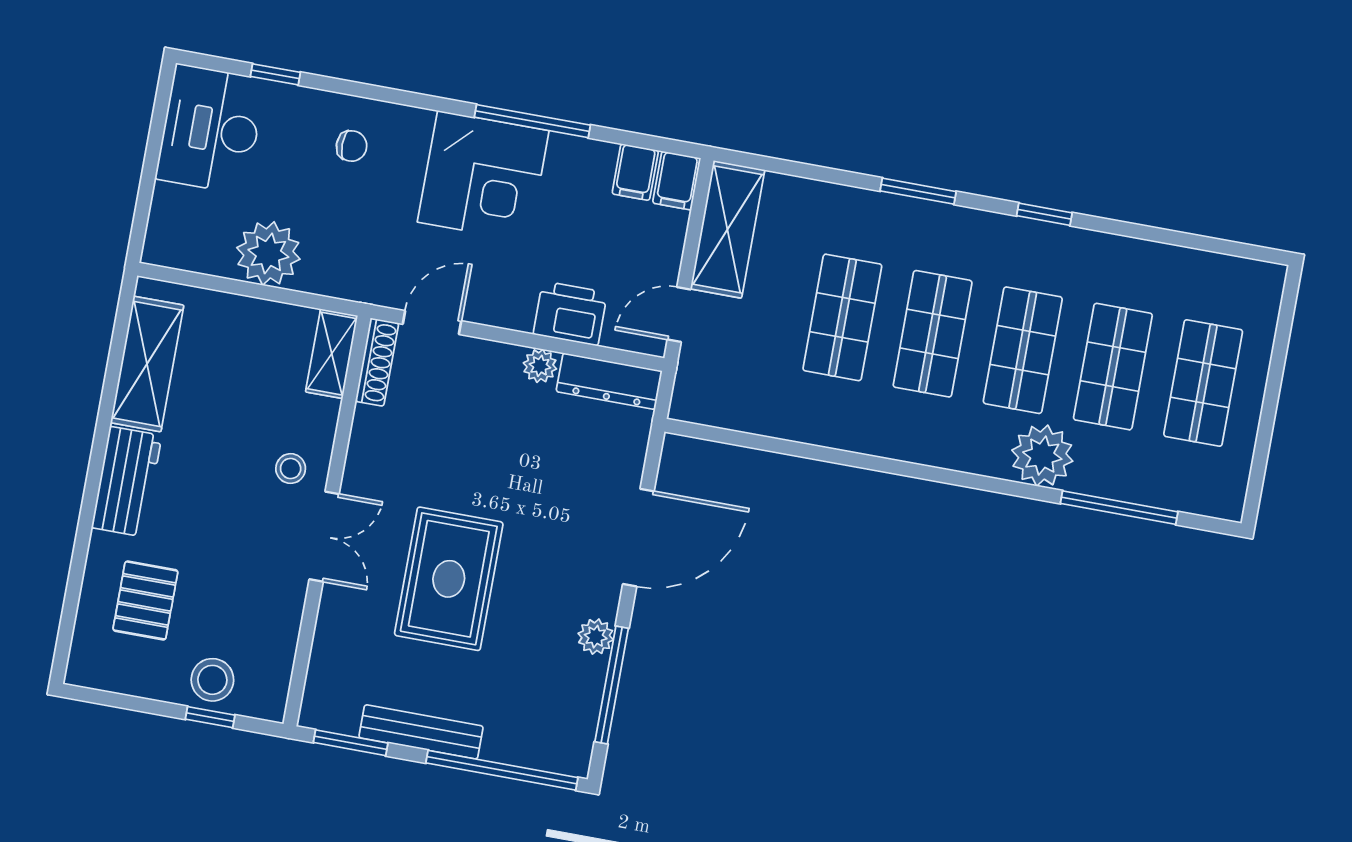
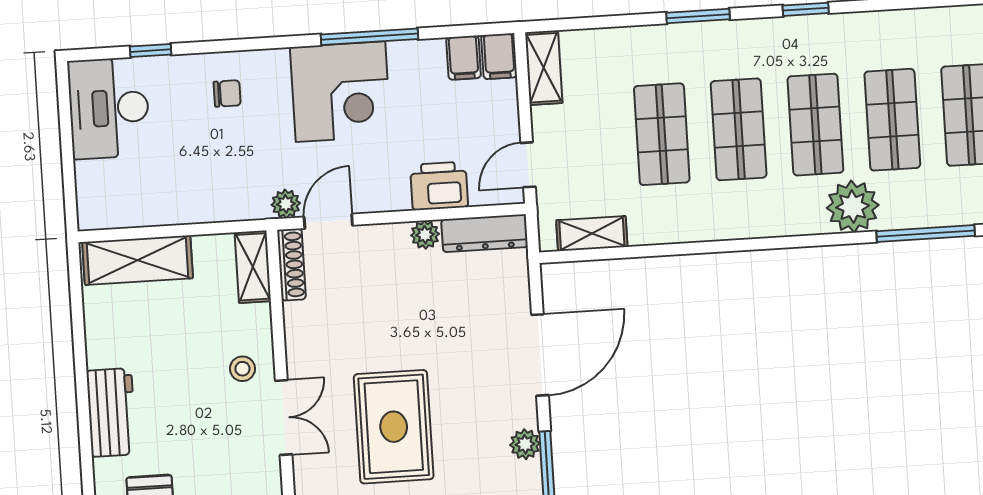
shelving: (727, 229) -> (544, 68), width x0.67, depth x0.75
plant: (268, 253) -> (286, 204), moved, width x0.53, depth x0.53
shelving: (147, 364) -> (138, 260), moved, turned 90
shelving: (733, 412) -> (592, 234), added

